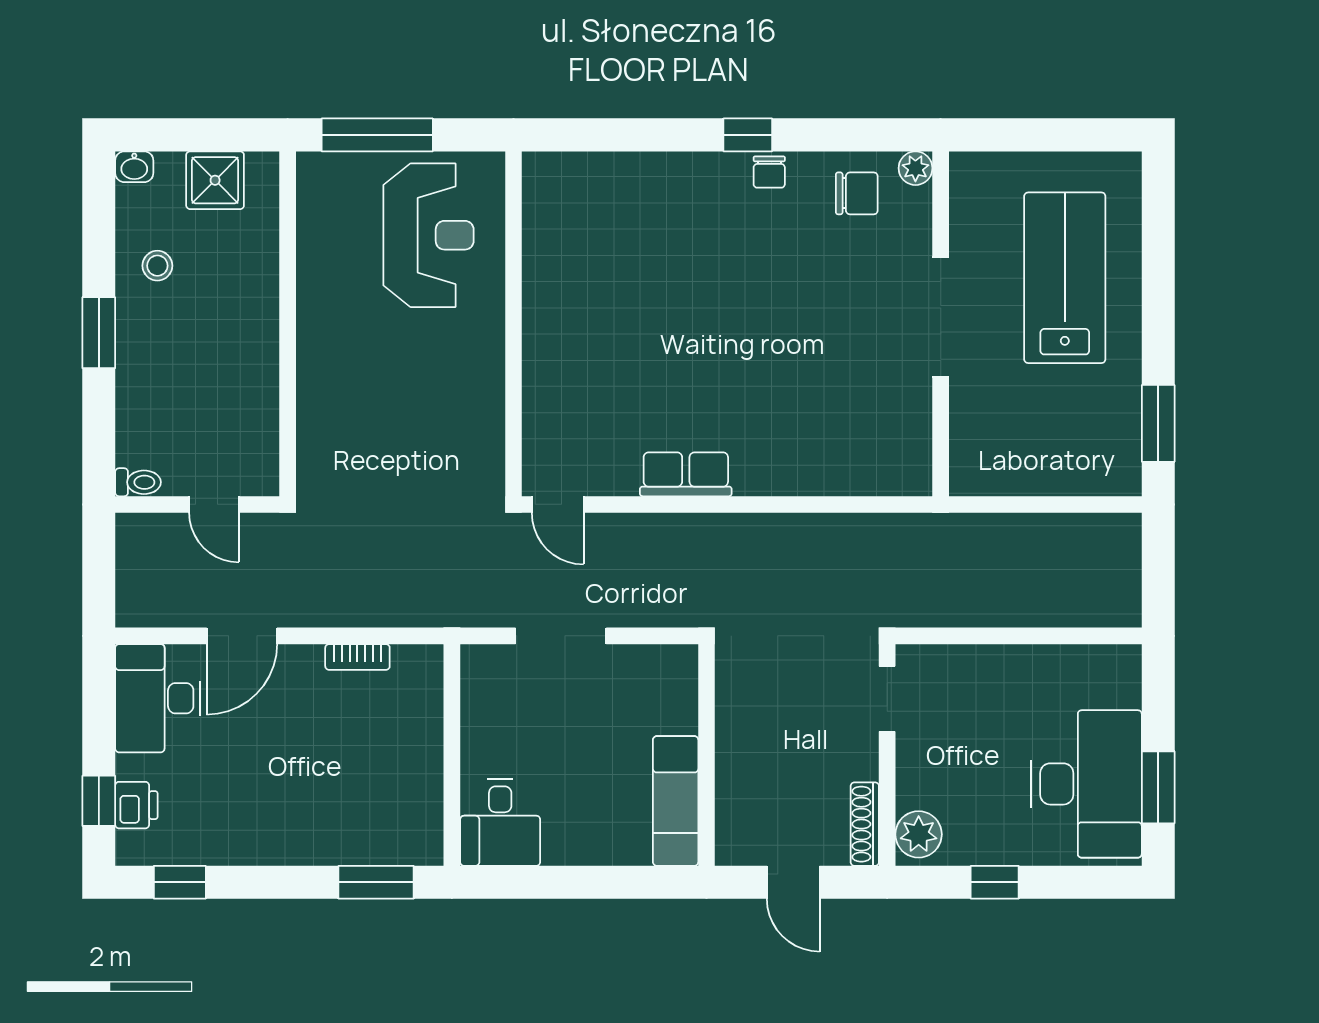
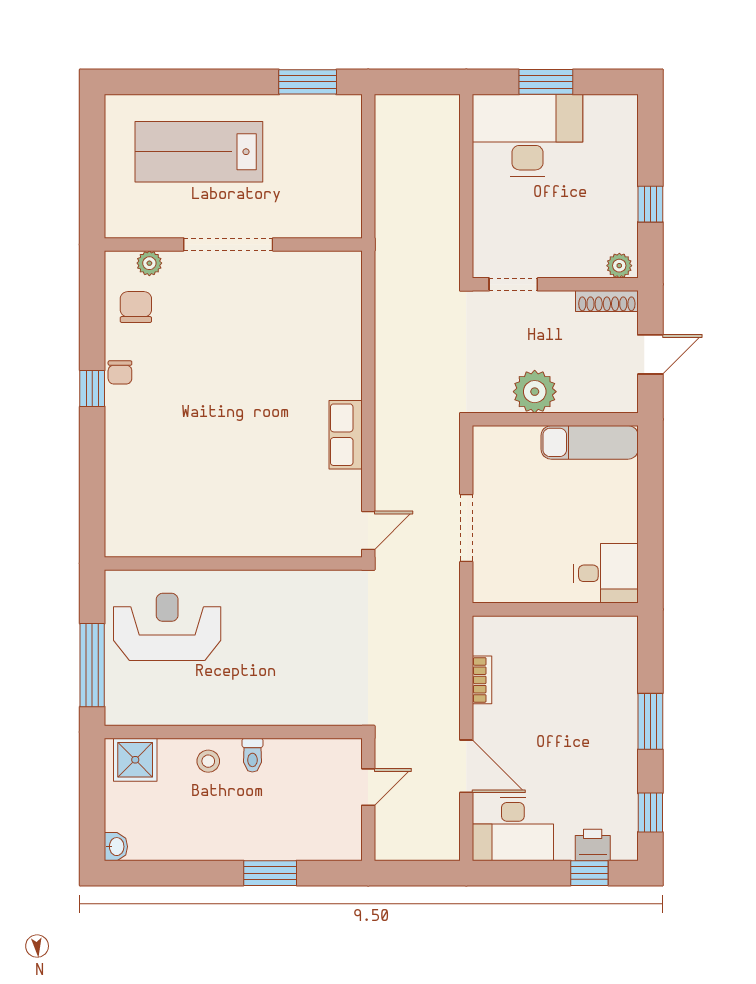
plant: (915, 168) -> (149, 263), moved
chair: (769, 172) -> (120, 372), turned 90
shower: (215, 180) -> (135, 760), moved
stool: (157, 266) -> (208, 761), moved
window: (99, 333) -> (270, 873), moved
toilet: (138, 482) -> (252, 755), moved, turned 180
plant: (744, 727) -> (535, 392), added
desk: (1087, 784) -> (527, 135), moved
window: (1158, 787) -> (546, 82), moved
plant: (919, 834) -> (619, 266), width x0.73, depth x0.73
window: (376, 882) -> (650, 721), moved

